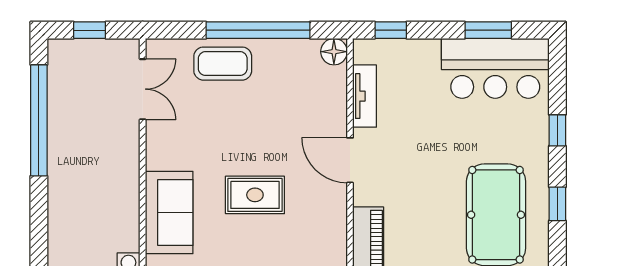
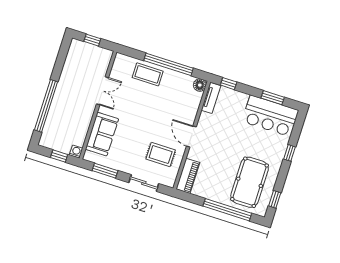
double door: (143, 89) -> (103, 91), moved
tv unit: (365, 96) -> (211, 98), moved
window: (39, 120) -> (46, 106), moved
rug: (255, 195) -> (161, 155), moved
window: (557, 204) -> (275, 199), moved

